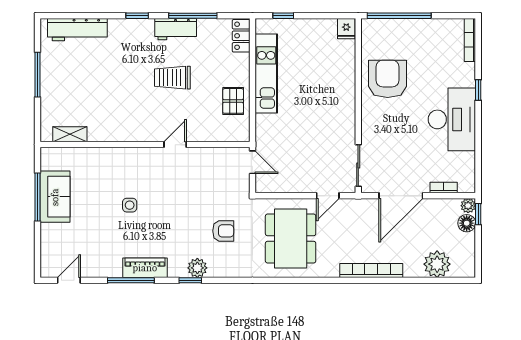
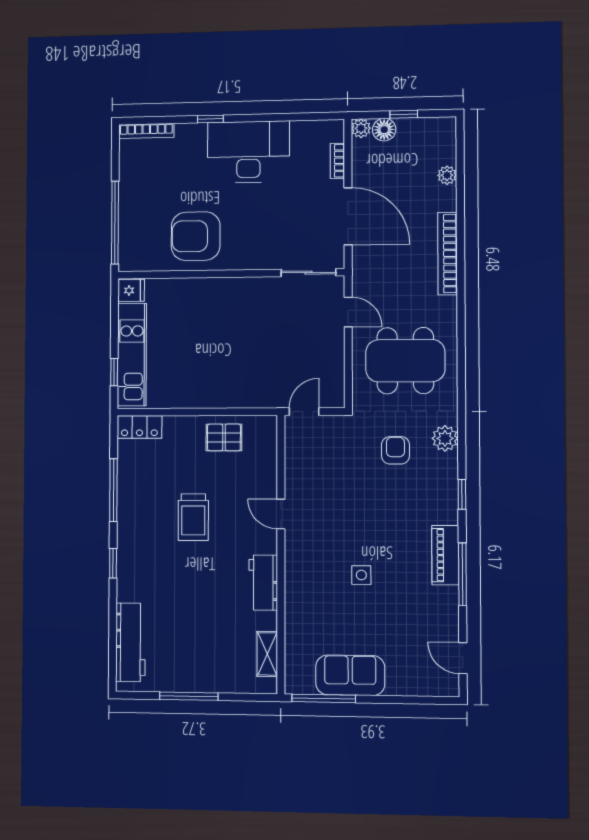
workbench: (176, 29) -> (263, 583), moved, turned 180
kitchen unit: (266, 73) -> (132, 355), moved, turned 90
window: (37, 197) -> (324, 698), moved
window: (478, 214) -> (404, 114), moved
plant: (437, 264) -> (447, 175), width x0.53, depth x0.53
plant: (197, 268) -> (445, 438), moved

